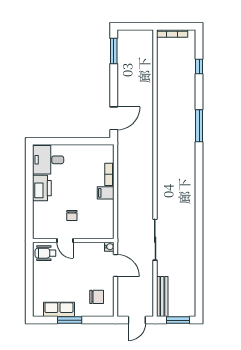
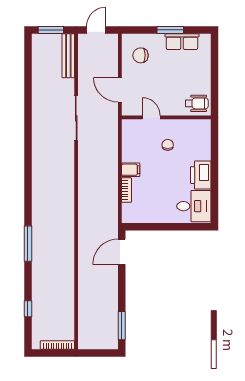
door: (65, 240) -> (151, 117), moved
water cooler: (109, 247) -> (127, 111), removed

